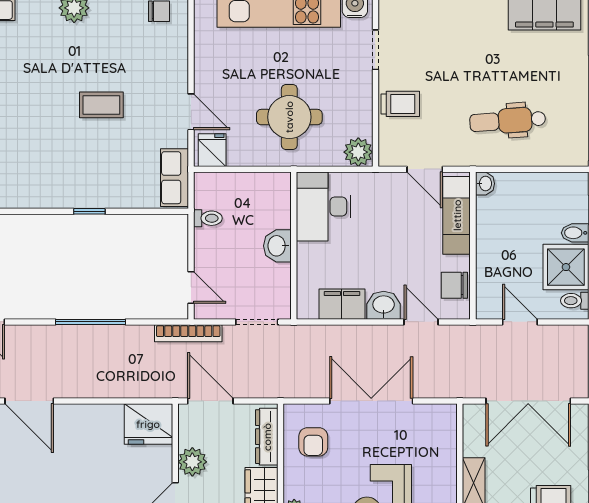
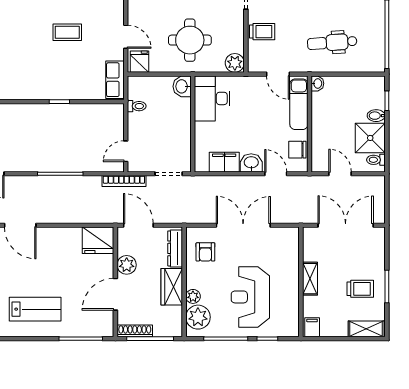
washbasin: (277, 246) -> (182, 86), moved
door: (191, 288) -> (126, 151), swing flipped
double door: (528, 401) -> (346, 225), swing flipped

